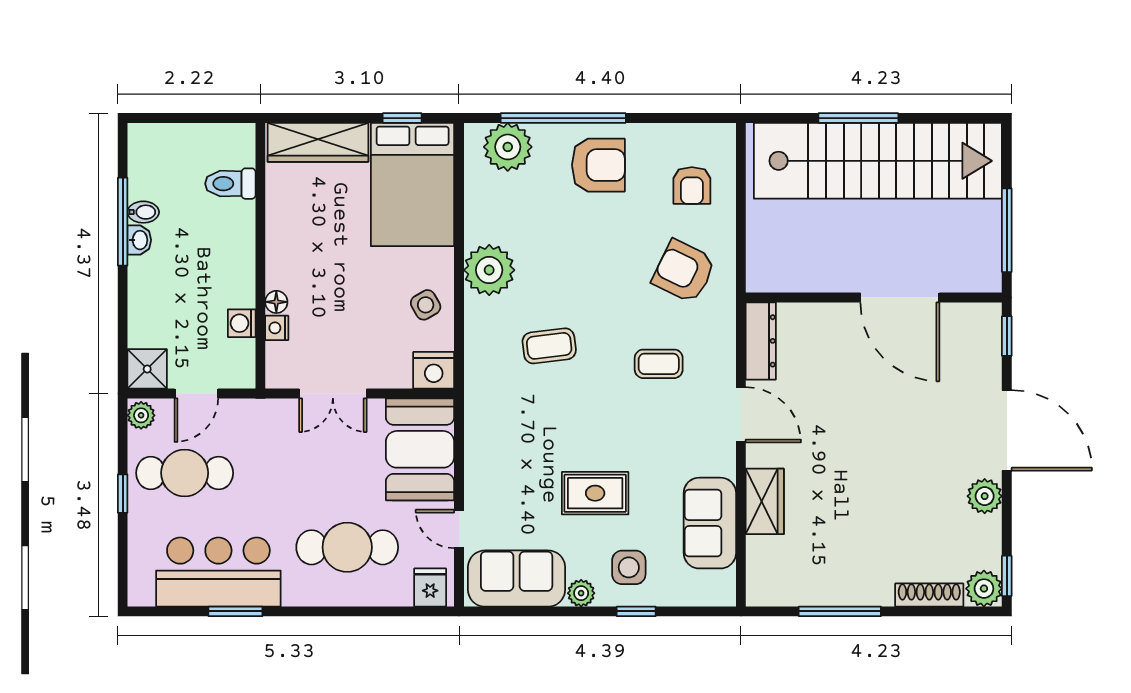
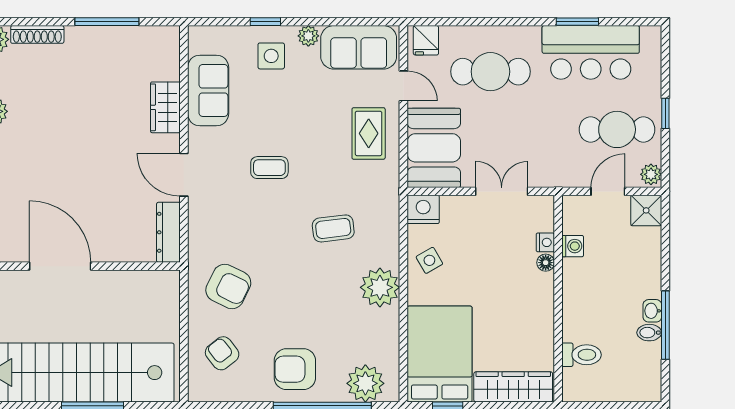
armchair: (692, 185) -> (222, 353), turned -38
coffee table: (659, 364) -> (269, 168), moved
rug: (595, 493) -> (369, 133), moved, turned 90

